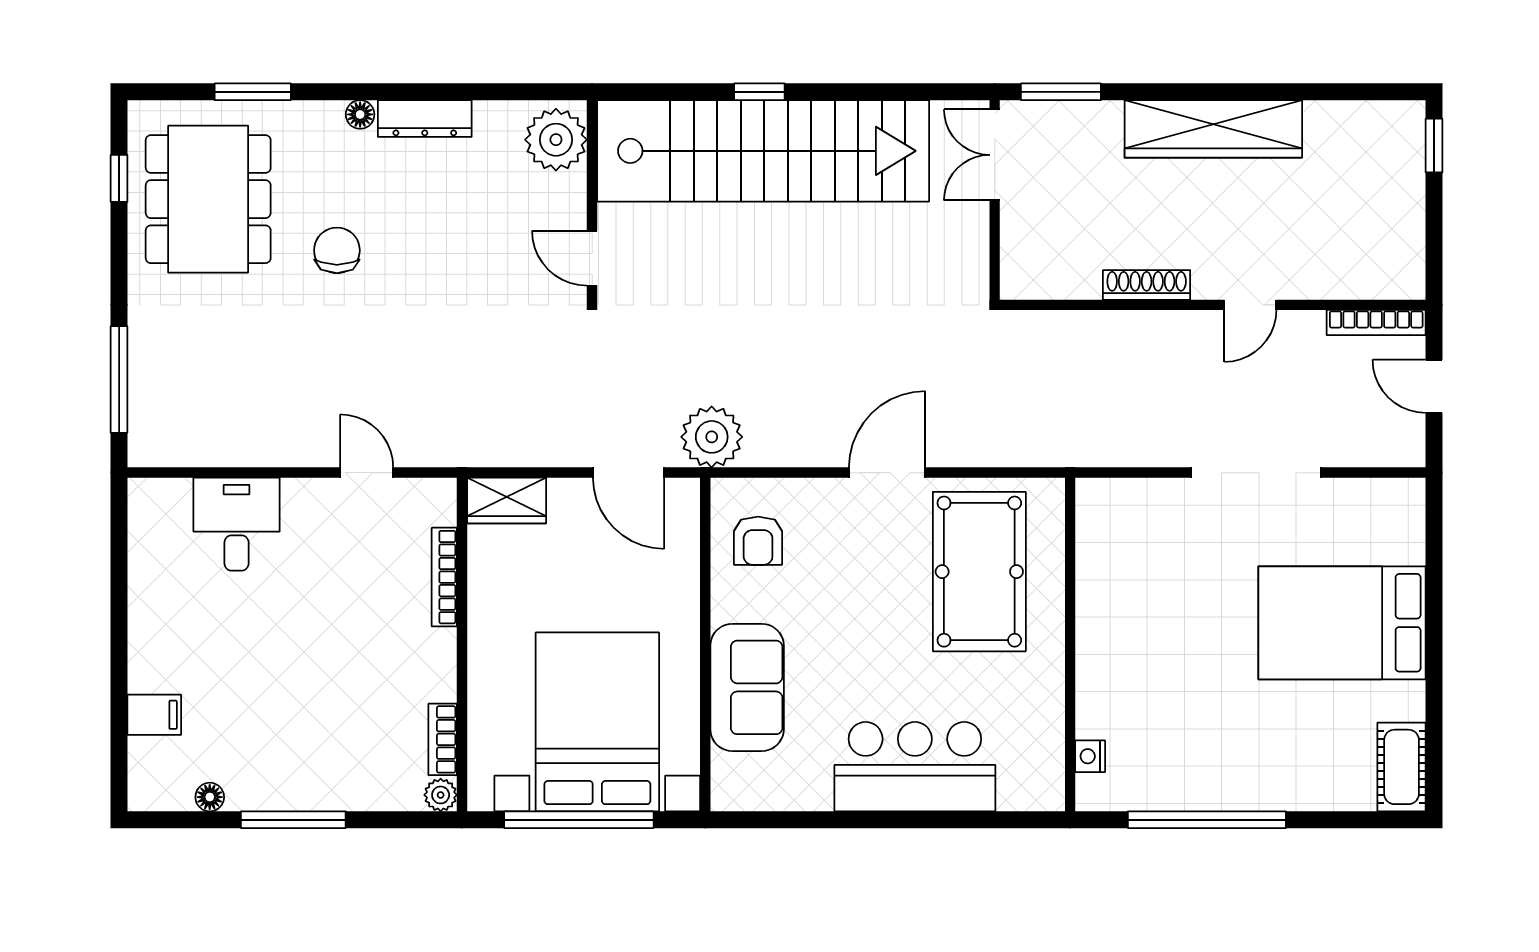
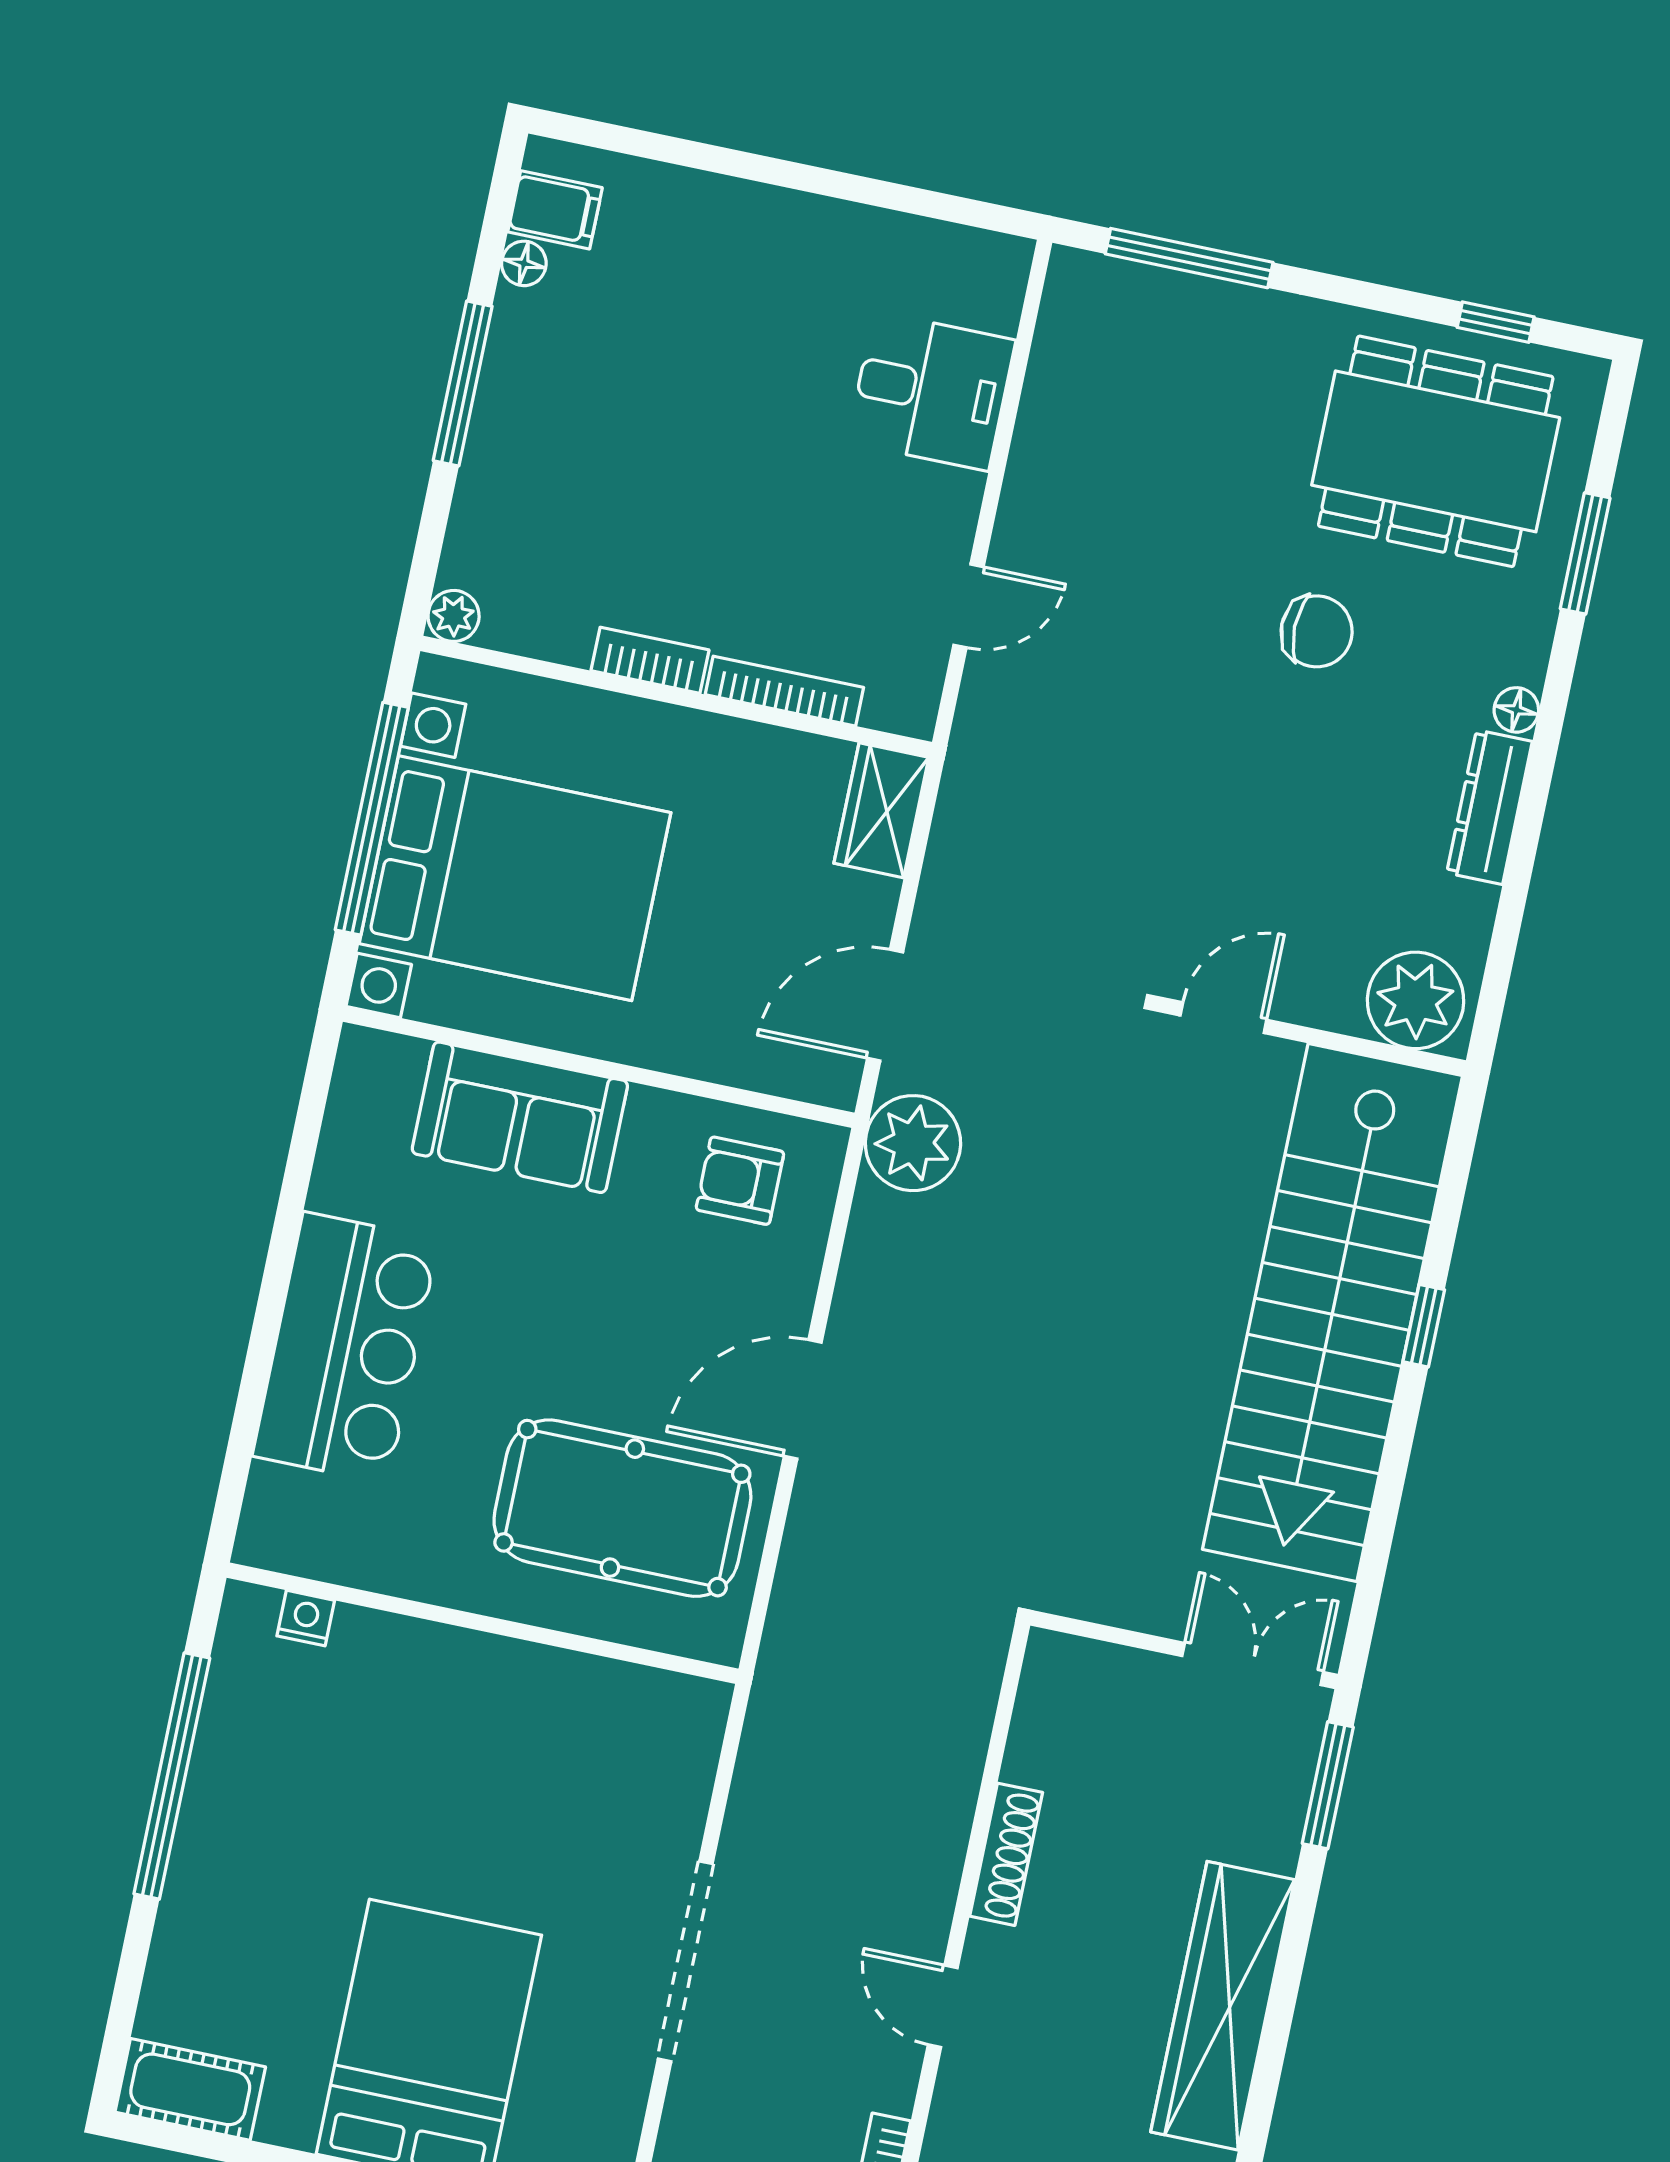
door: (887, 473) -> (803, 1399), swing flipped
filing cabinet: (154, 715) -> (555, 210), moved, turned -90
bookcase: (443, 739) -> (650, 660), moved

